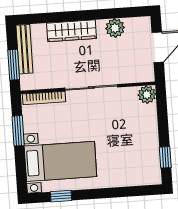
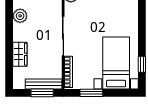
wardrobe: (71, 31) -> (20, 54), width x0.67
bench: (24, 49) -> (44, 84), moved

